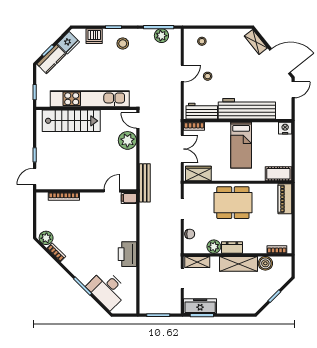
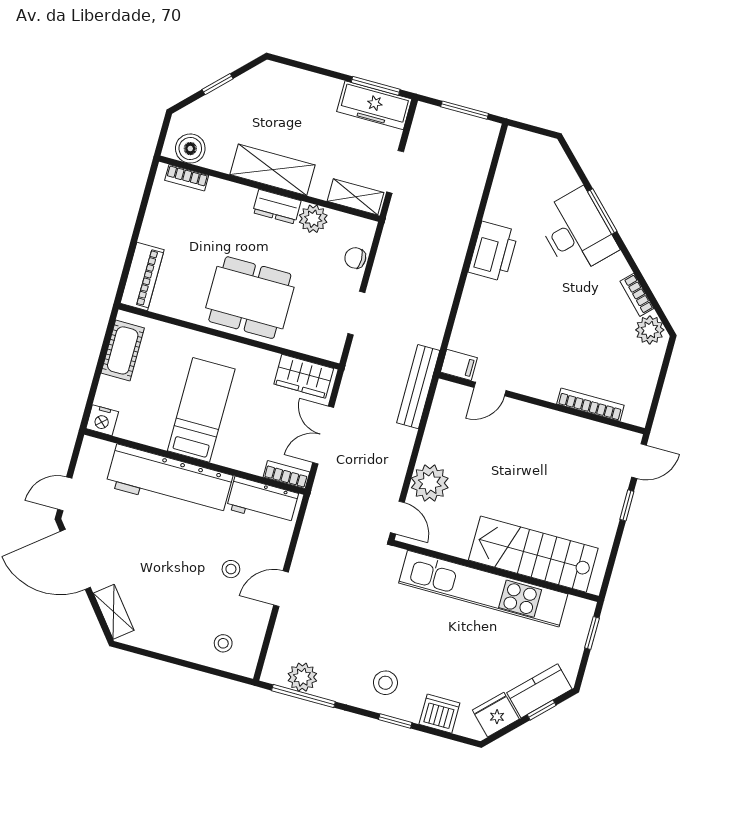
cot: (278, 174) -> (123, 350), moved, turned 90
boiler: (265, 263) -> (190, 149), moved
desk: (107, 289) -> (577, 232), moved

